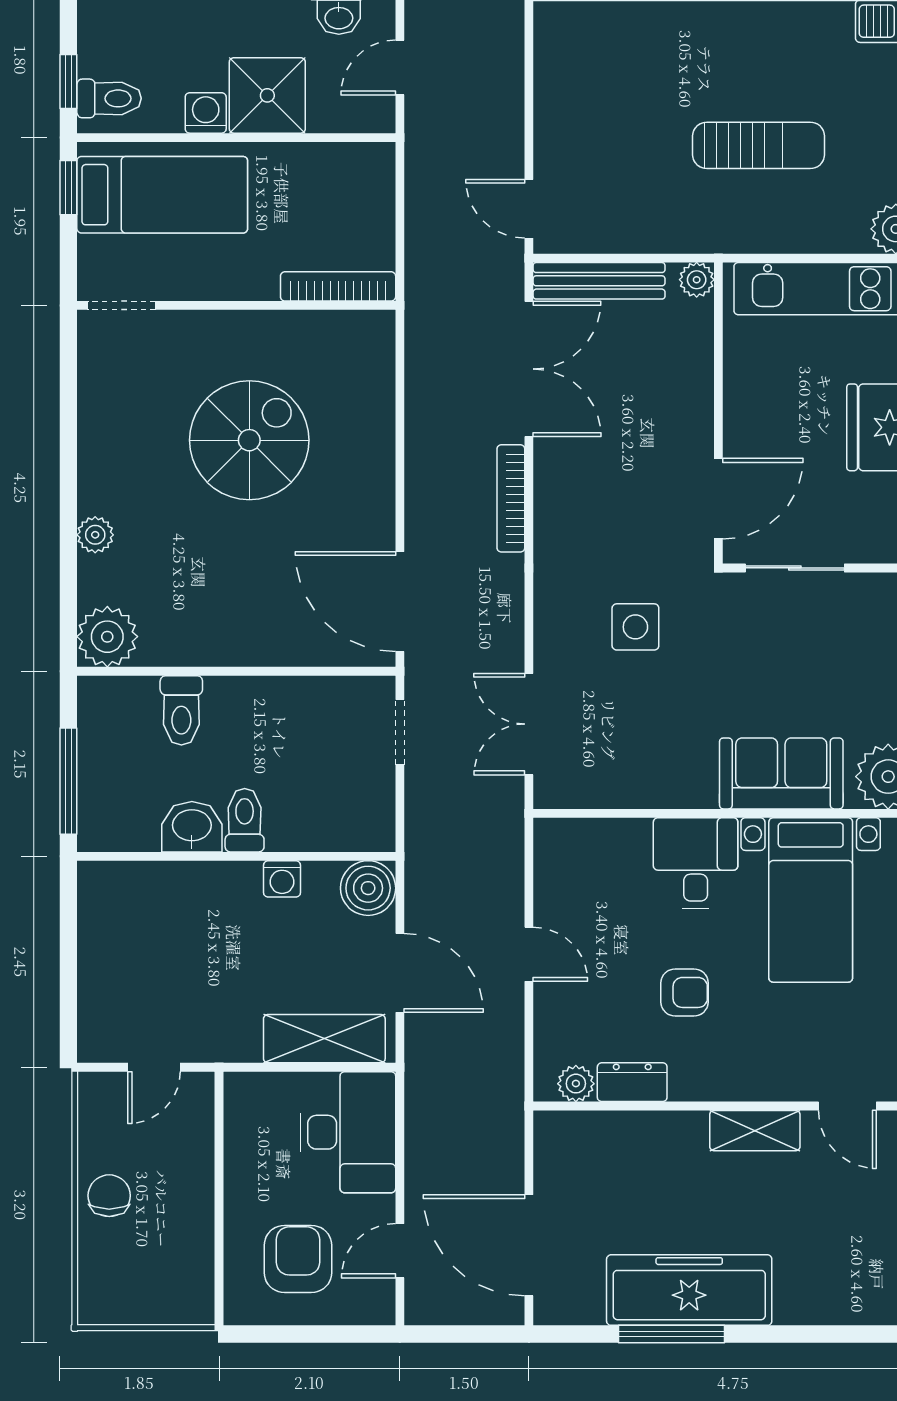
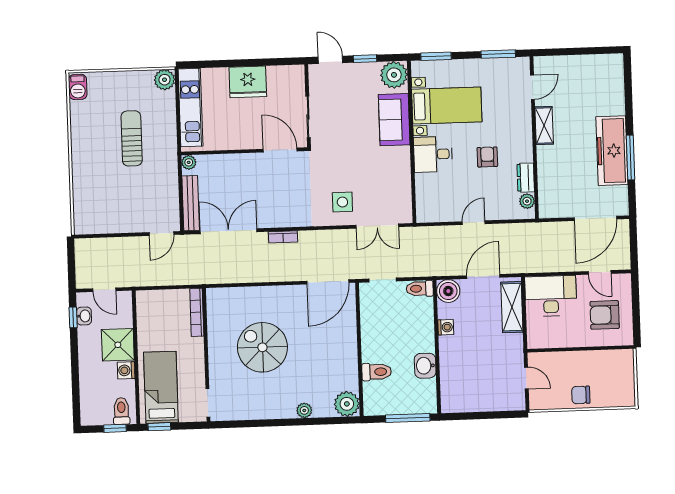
bookcase: (511, 498) -> (283, 237), width x0.64
side table: (635, 627) -> (342, 202), moved
toilet: (245, 820) -> (420, 289), moved

